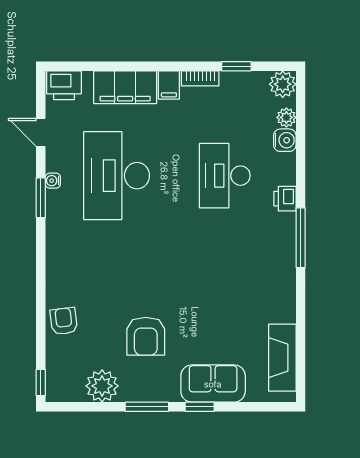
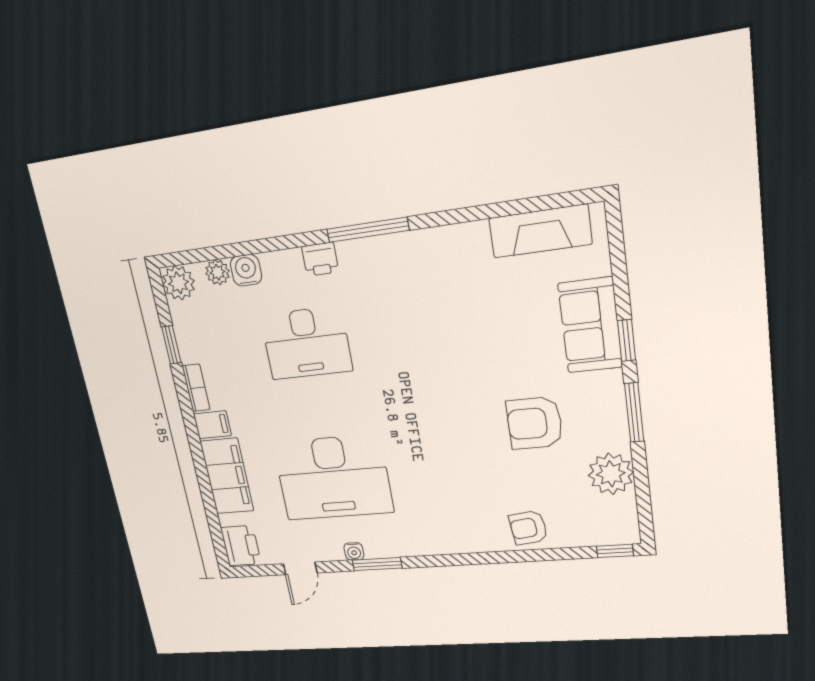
armchair: (146, 336) -> (535, 423), turned 180

